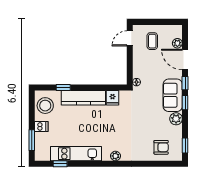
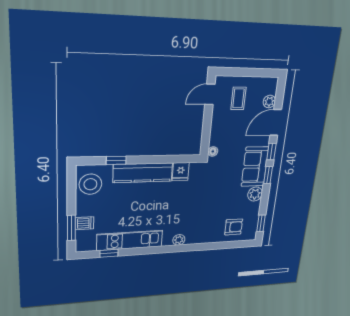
door: (185, 60) -> (276, 123), hinge flipped
dishwasher: (41, 127) -> (84, 223), moved

